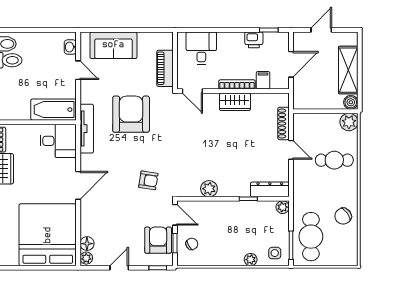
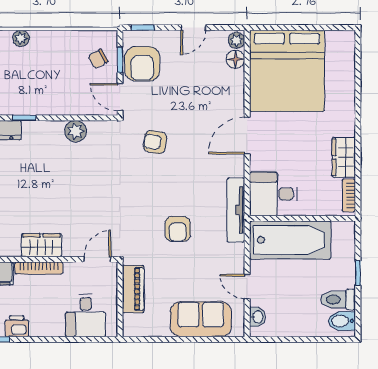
door: (192, 91) -> (97, 259), hinge flipped
bathtub: (54, 110) -> (290, 240), width x1.36, depth x1.36
armchair: (131, 114) -> (178, 229), width x0.53, depth x0.53

